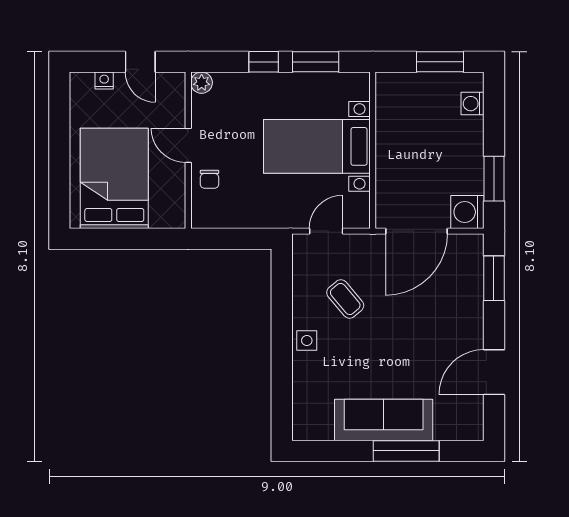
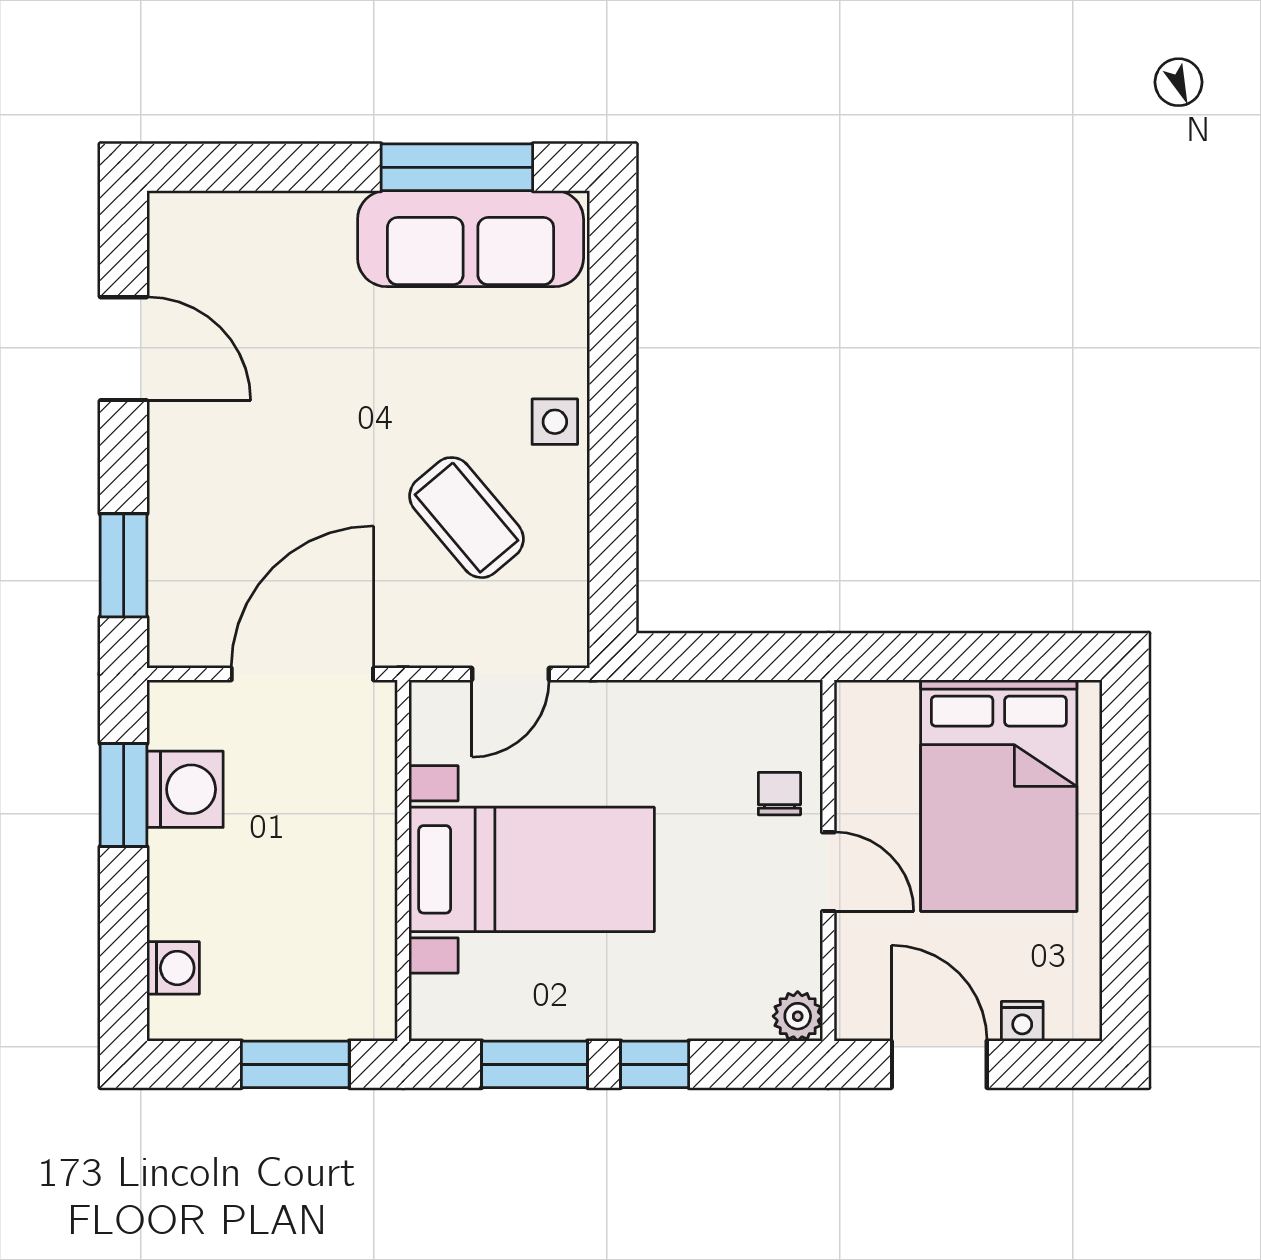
door: (140, 62) -> (939, 1064), width x1.38
window: (440, 62) -> (295, 1064), moved
washing machine: (467, 212) -> (185, 789), moved
coffee table: (345, 299) -> (467, 518), width x1.36, depth x1.30
door: (494, 372) -> (124, 349), hinge flipped
sofa: (384, 420) -> (471, 239), moved
window: (406, 451) -> (457, 167), moved

